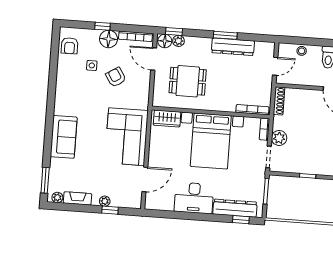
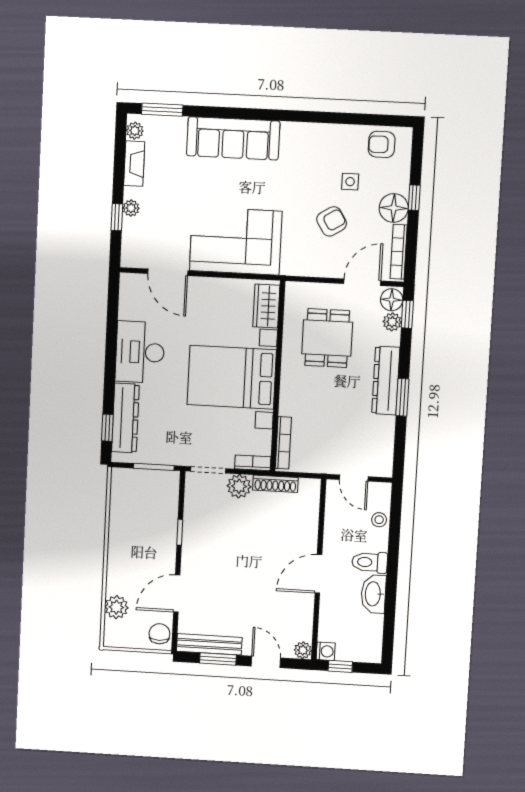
dresser: (233, 47) -> (386, 381), moved
shoe rack: (279, 101) -> (275, 484), moved
sofa: (64, 137) -> (233, 138), width x1.36

